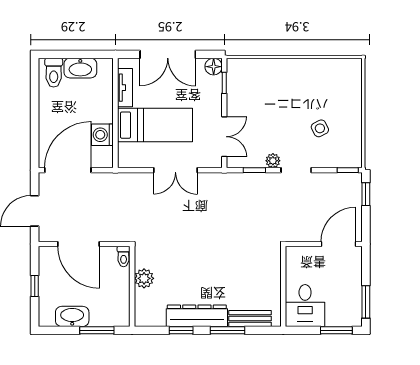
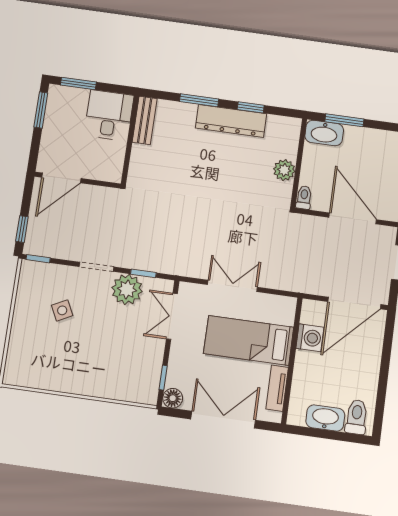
plant: (273, 161) -> (127, 289), width x1.88, depth x1.88
washbasin: (72, 316) -> (324, 133), moved
bench: (250, 319) -> (145, 120), moved, turned 90

